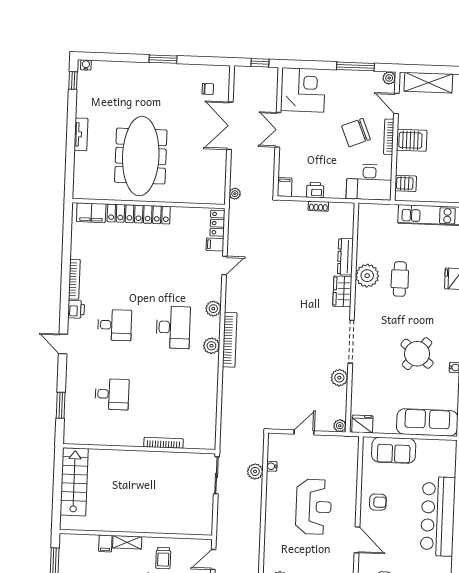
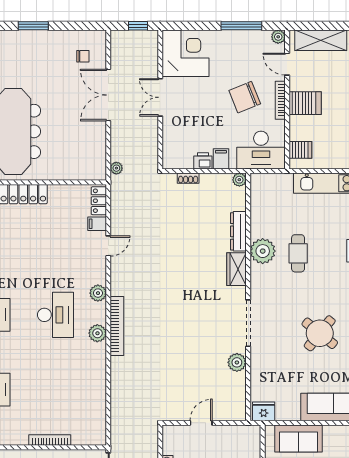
filing cabinet: (285, 187) -> (221, 159), moved
shoe rack: (318, 206) -> (188, 178), moved
plant: (340, 426) -> (239, 180), moved

